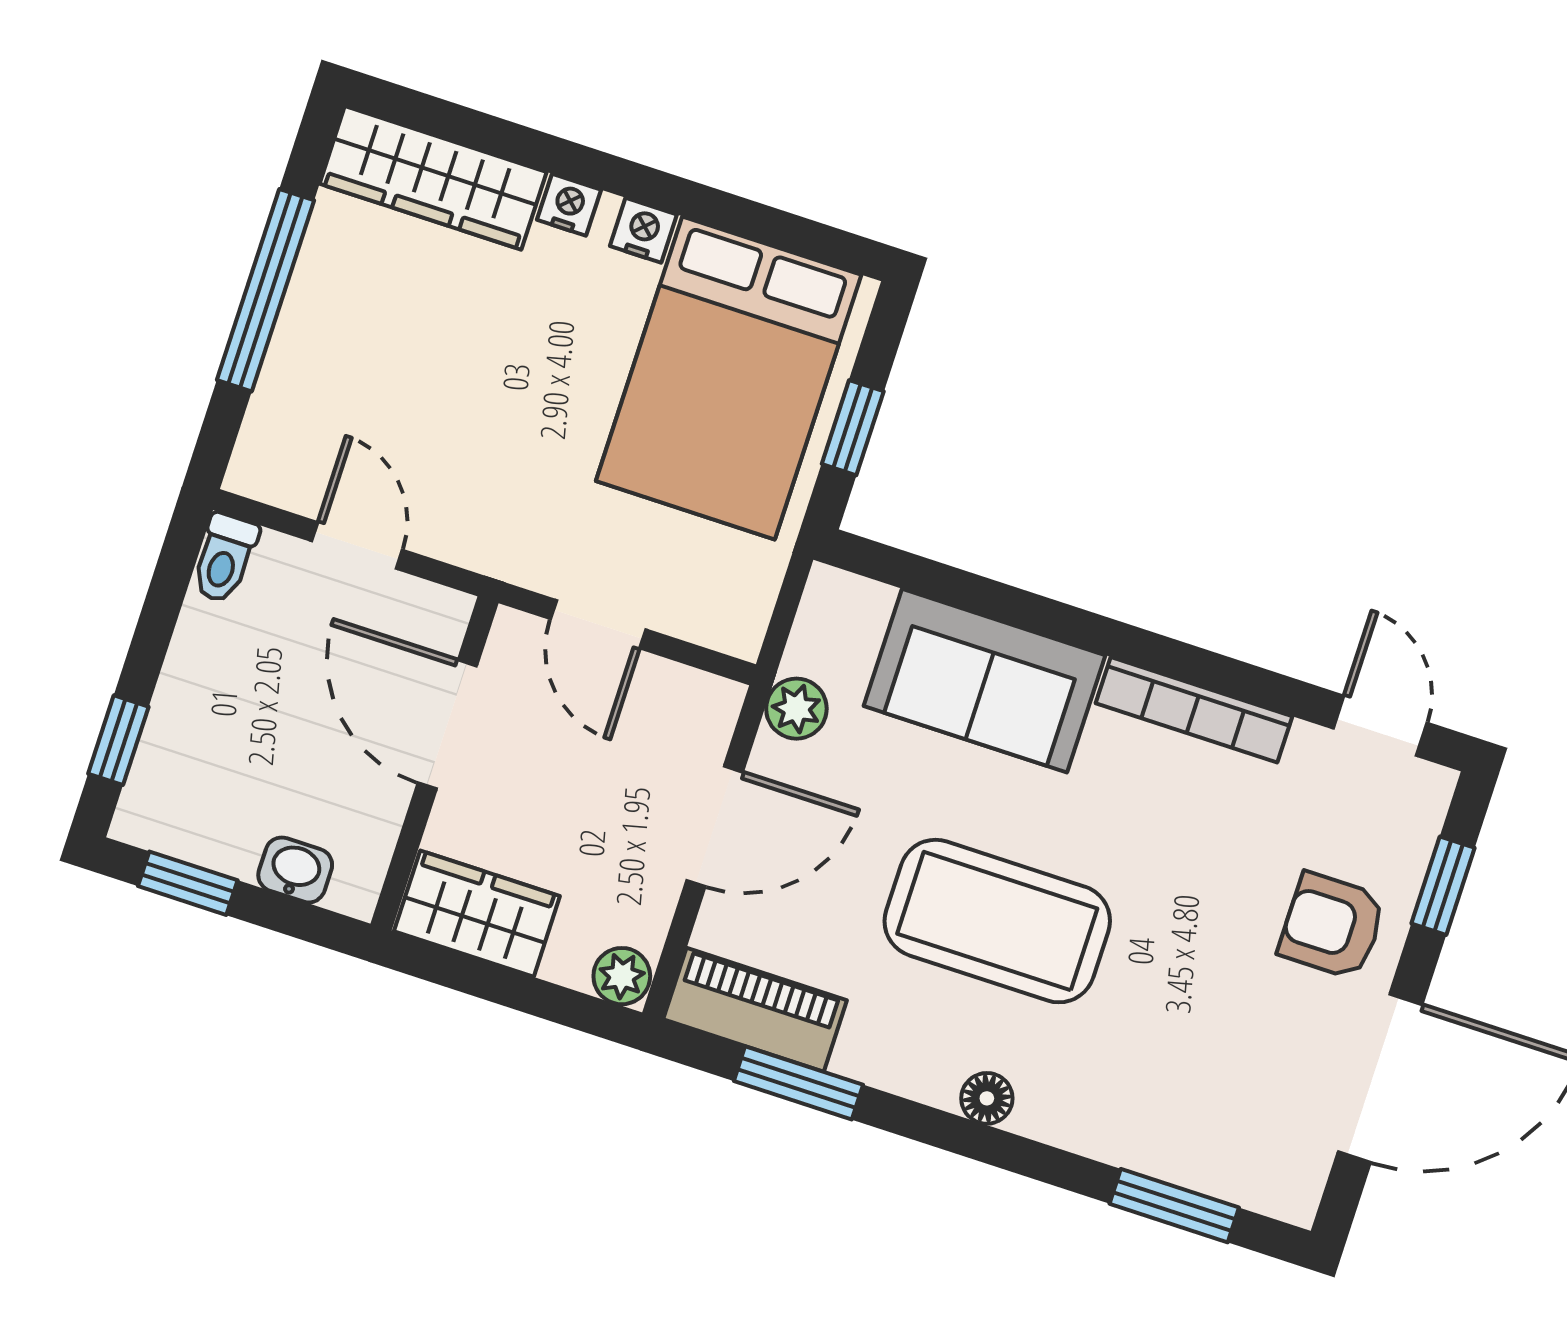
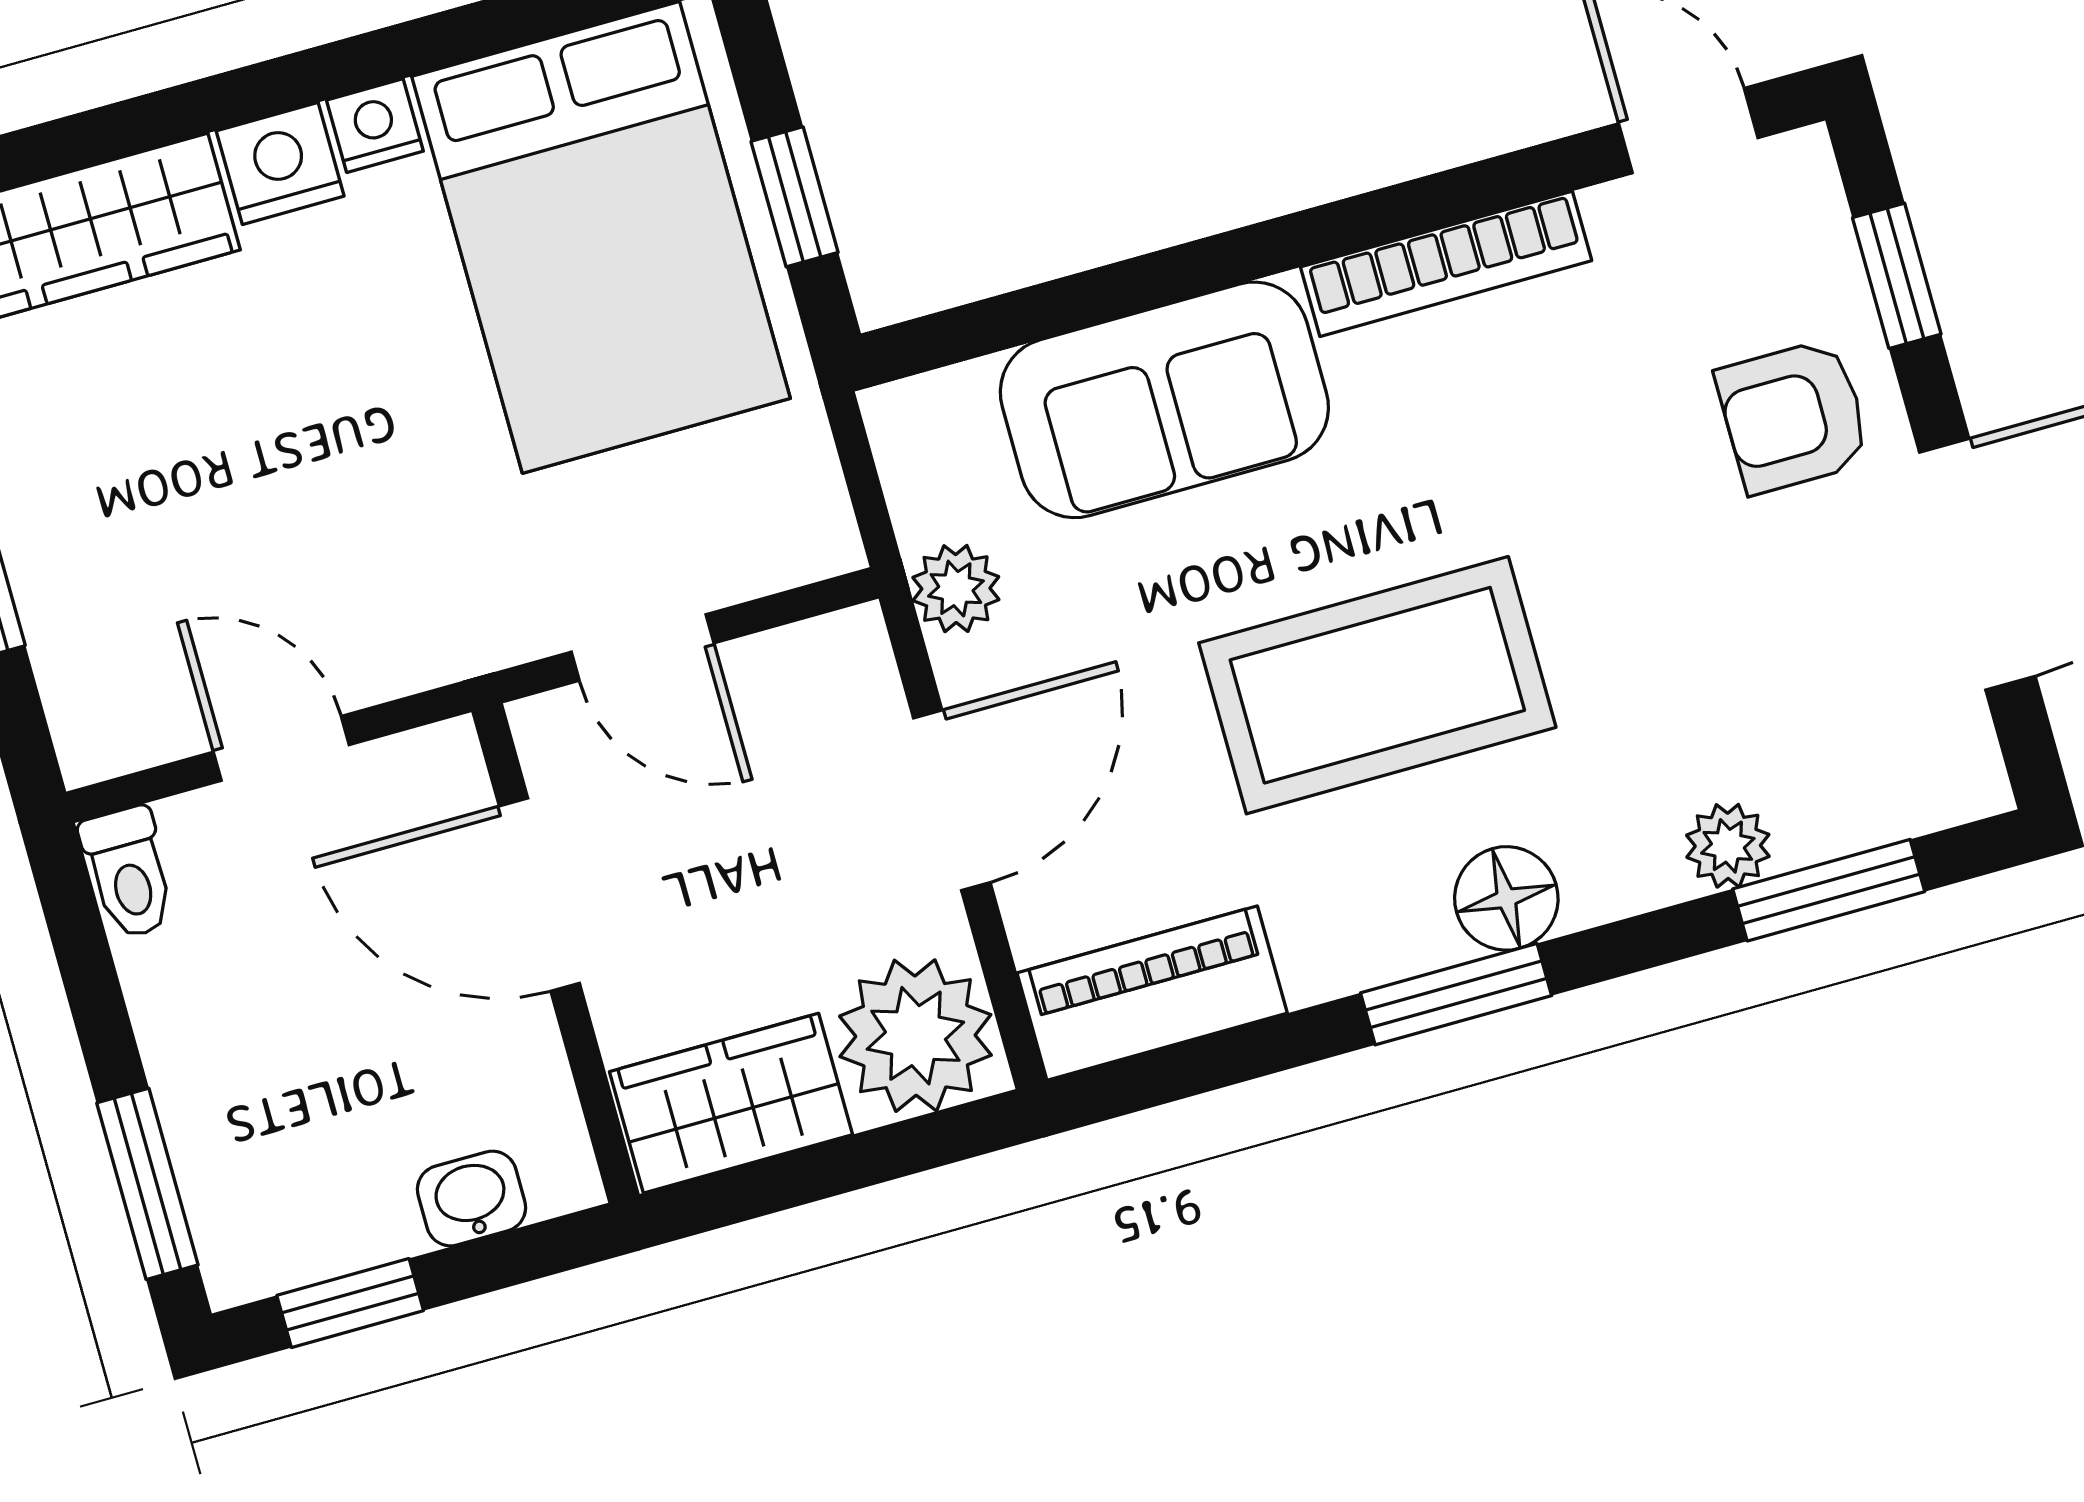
nightstand: (569, 205) -> (280, 163), width x1.39, depth x1.35
window: (118, 740) -> (147, 1184), width x1.50
plant: (622, 976) -> (915, 1036), width x1.88, depth x1.88
window: (798, 1083) -> (1456, 994), moved
floor lamp: (987, 1098) -> (1506, 898), width x1.37, depth x1.37
plant: (1134, 1143) -> (1728, 846), added

